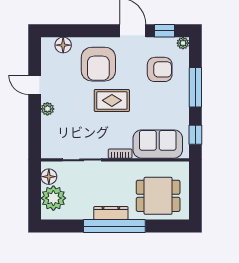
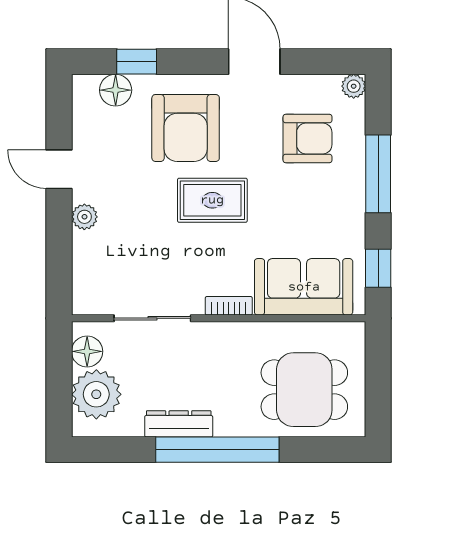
window: (165, 31) -> (137, 62), moved
dresser: (111, 213) -> (179, 424), moved

